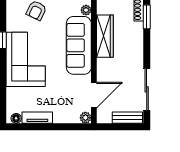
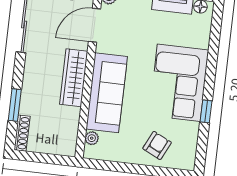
window: (147, 17) -> (15, 105), moved
wardrobe: (105, 36) -> (74, 78), moved

